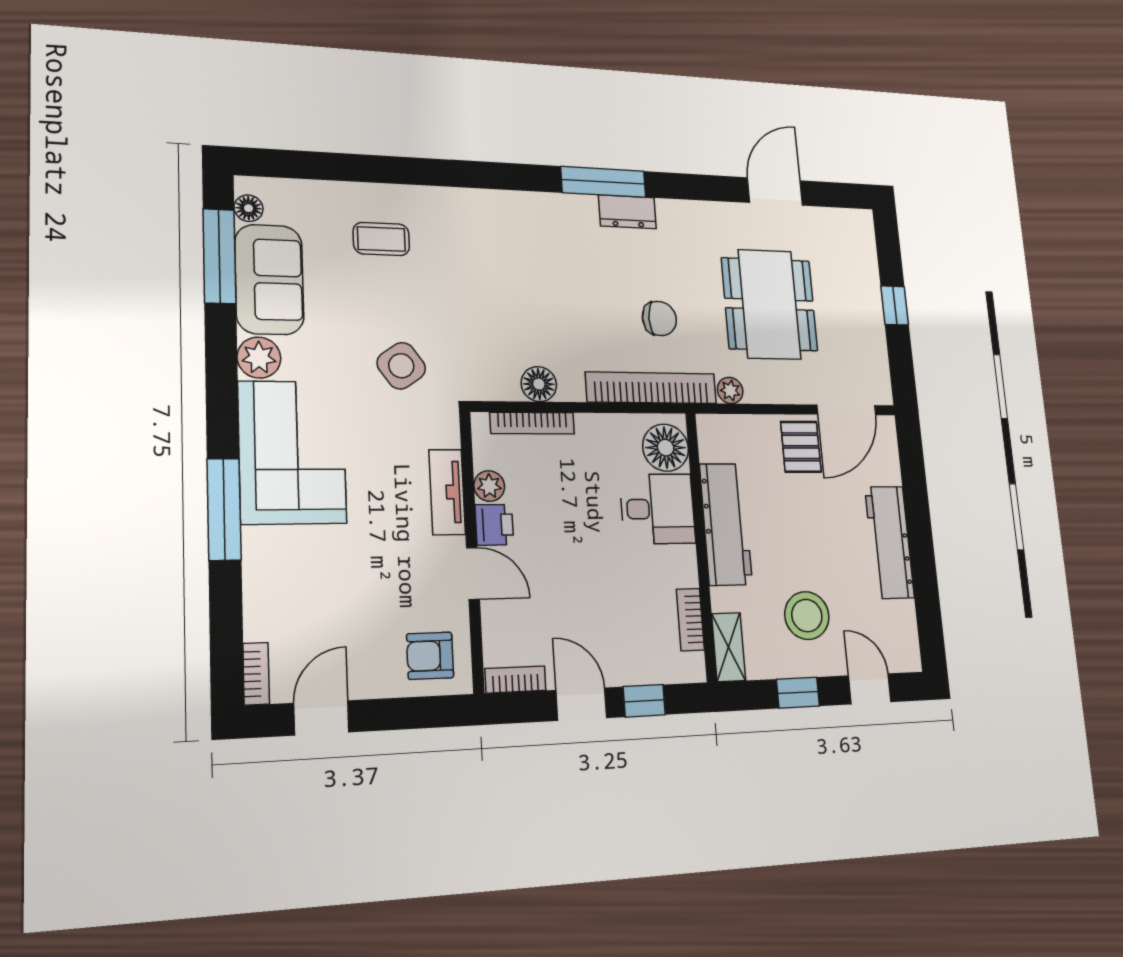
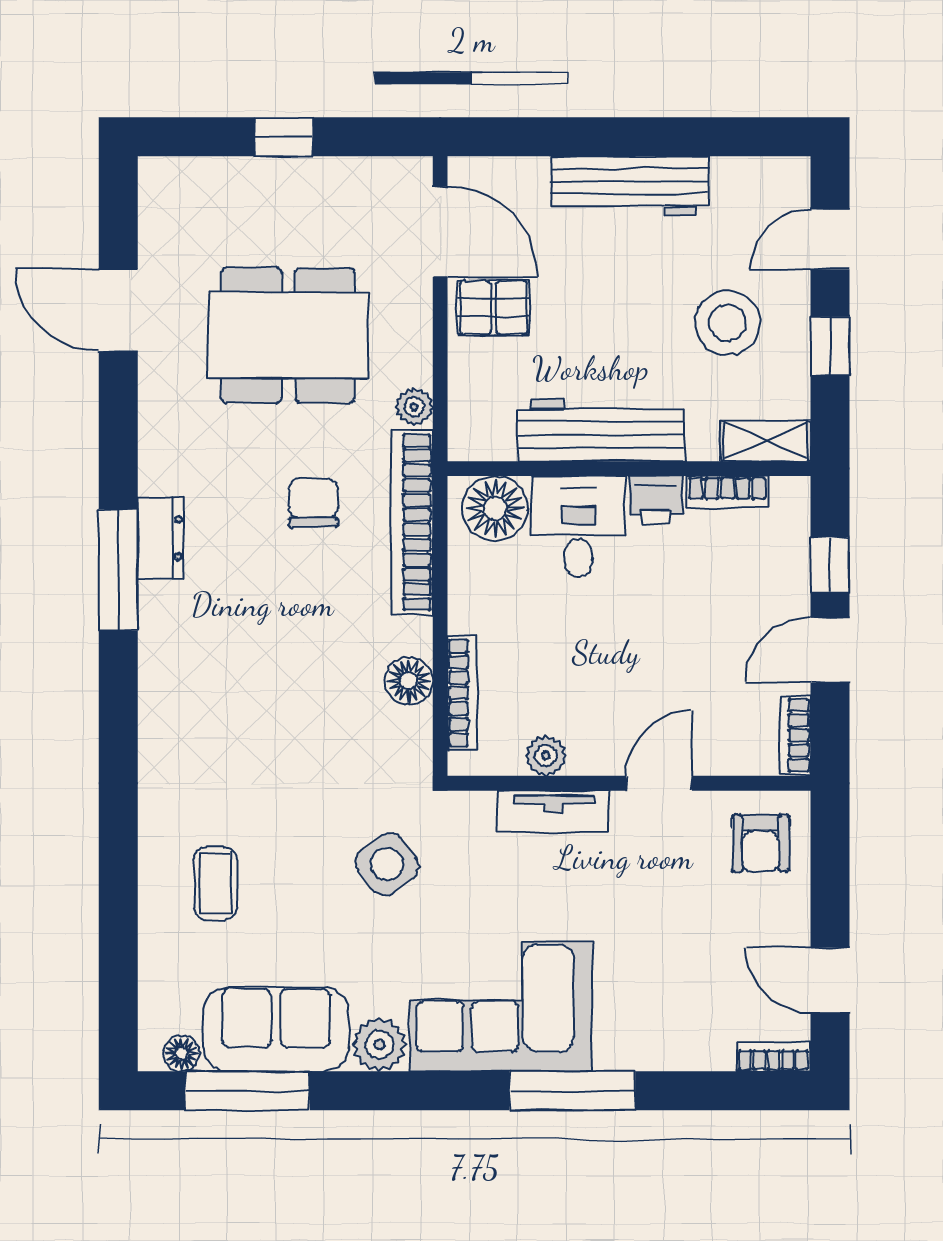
printer: (494, 525) -> (656, 500), moved, turned 180

